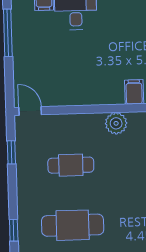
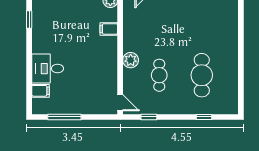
door: (30, 111) -> (120, 103), swing flipped
plant: (116, 123) -> (131, 60), moved

